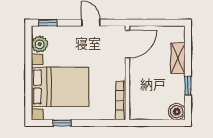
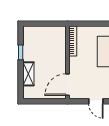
boiler: (177, 112) -> (29, 32), removed

